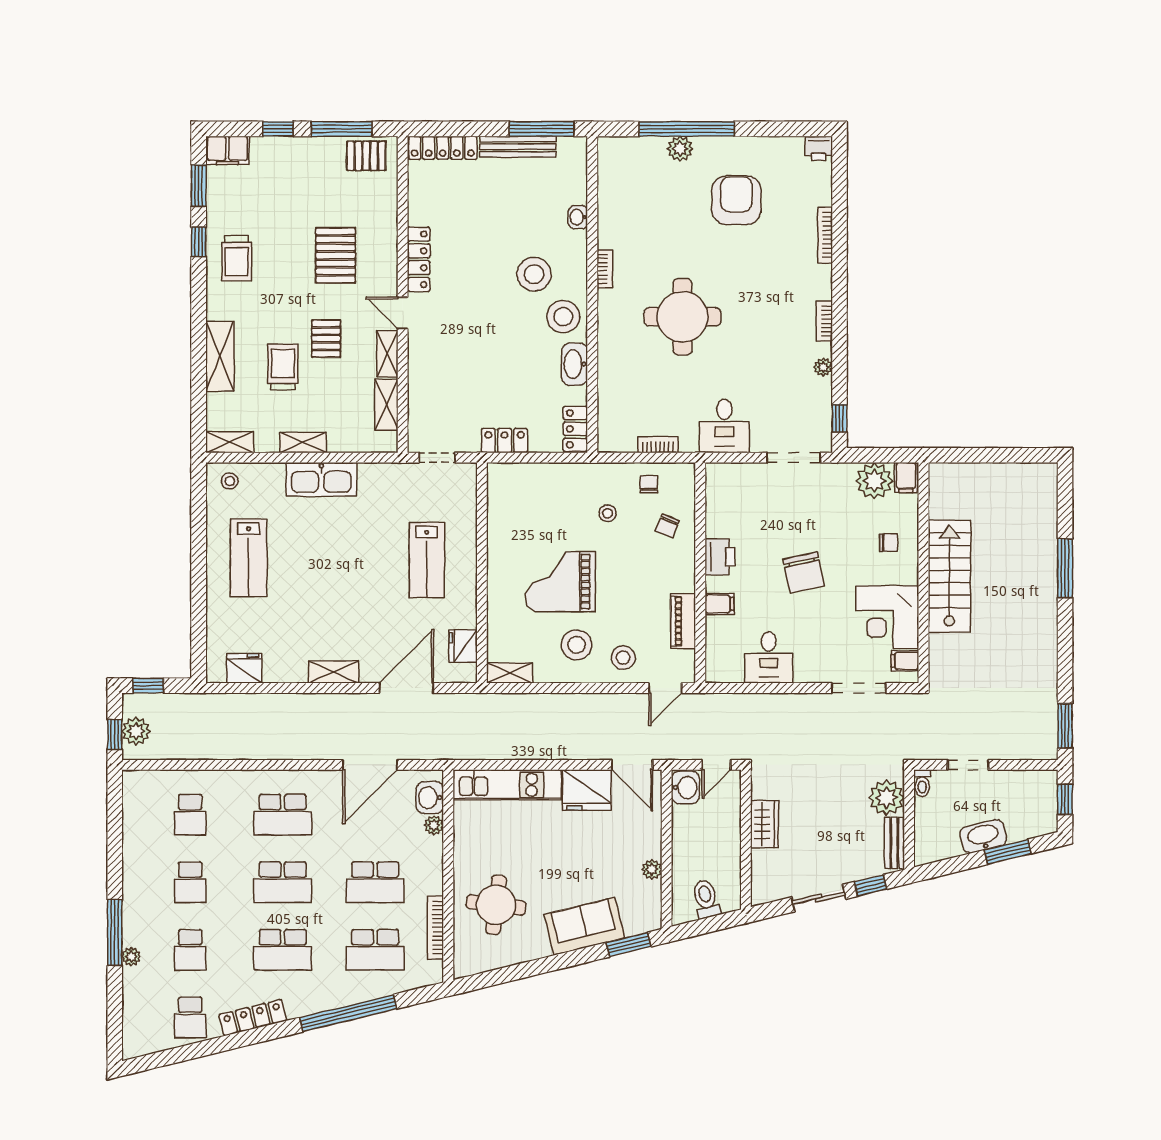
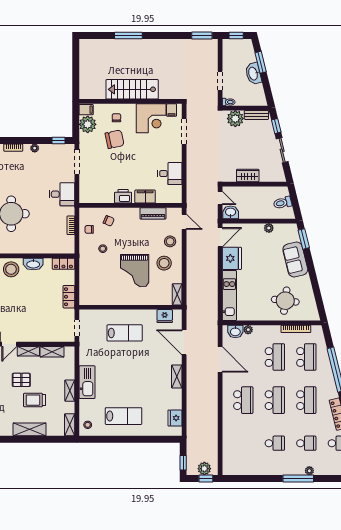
chair: (804, 572) -> (115, 139), moved
filing cabinet: (719, 604) -> (145, 197), width x2.00
school desk: (190, 815) -> (243, 443), removed

